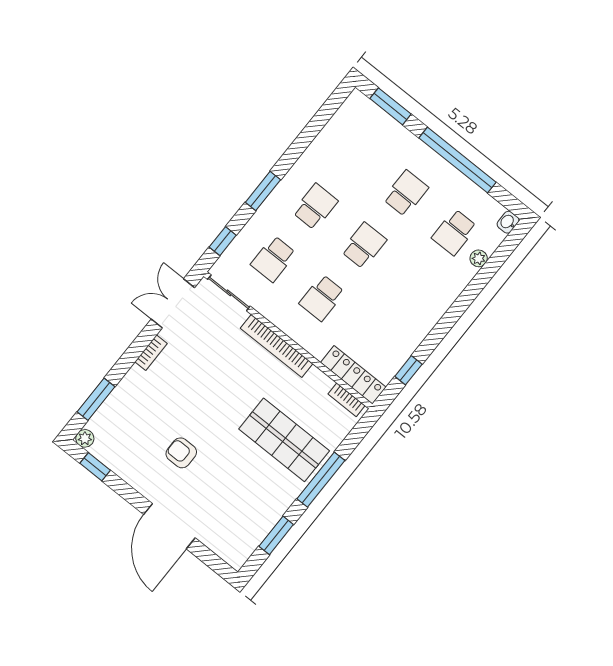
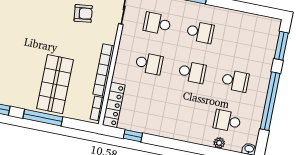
school desk: (322, 298) -> (149, 63), turned 180
bookcase: (277, 346) -> (104, 70), moved
armchair: (181, 453) -> (83, 13), moved, turned 83

